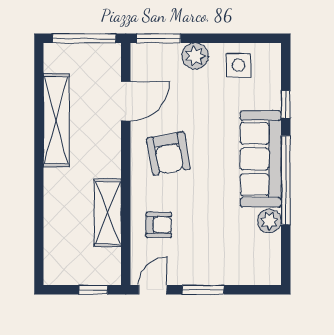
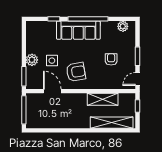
side table: (239, 65) -> (52, 61), moved
shelving: (56, 120) -> (112, 123), moved
plant: (269, 221) -> (123, 26), moved
armchair: (159, 225) -> (111, 59), moved
door: (153, 290) -> (137, 79), hinge flipped

